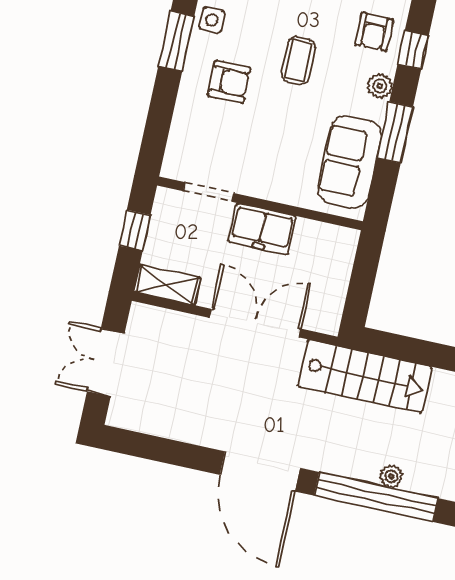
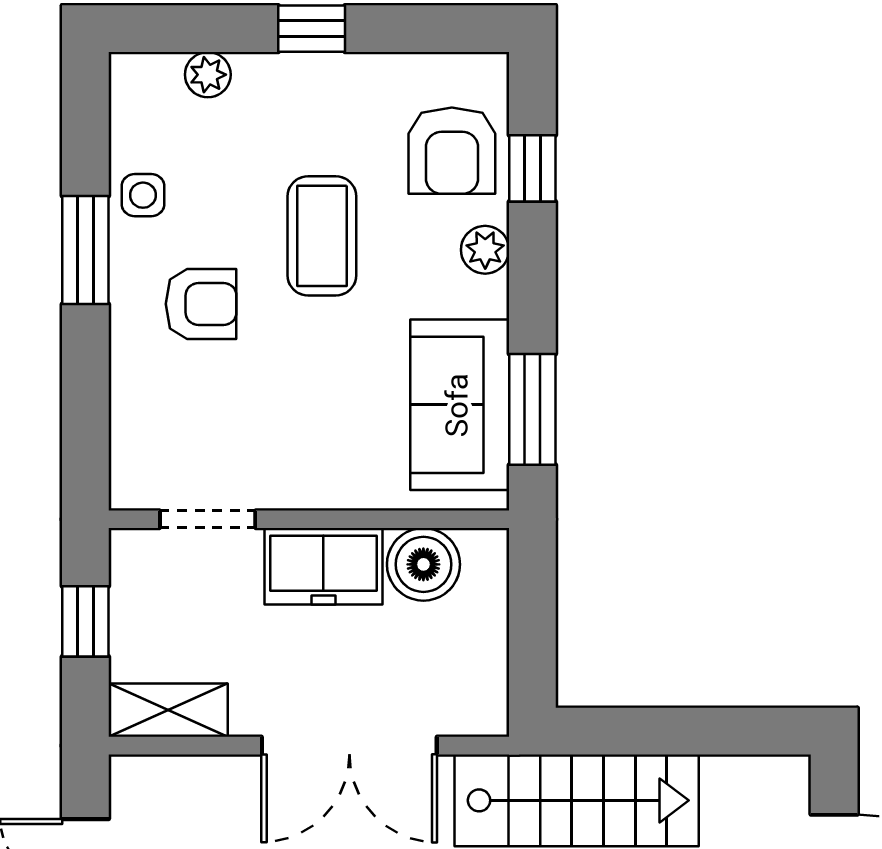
armchair: (374, 32) -> (452, 151), width x1.38, depth x1.38
coffee table: (298, 61) -> (322, 236), width x1.36, depth x1.30
window: (395, 132) -> (532, 409), moved
boiler: (313, 239) -> (423, 564), added
double door: (255, 323) -> (349, 746), swing flipped

